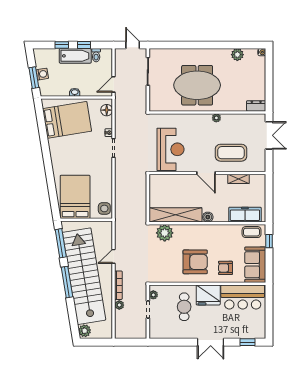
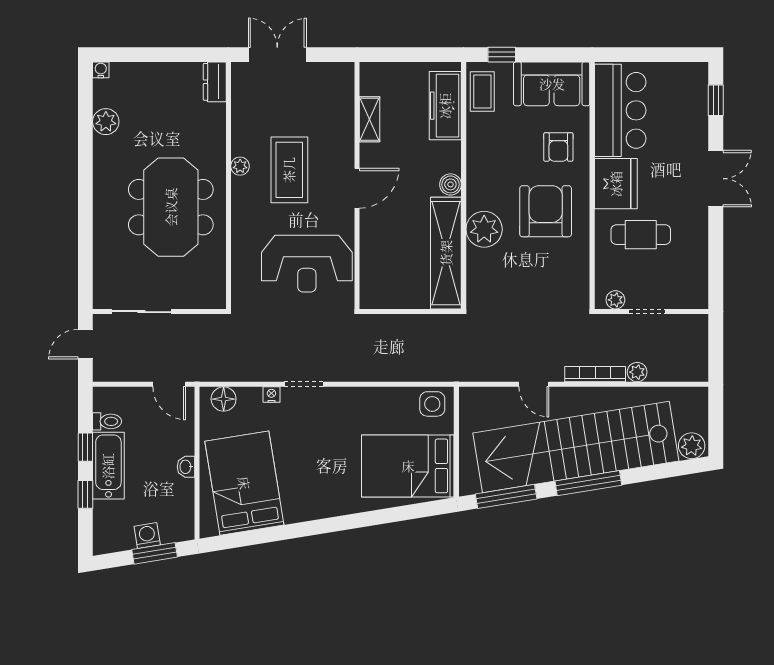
reception desk: (170, 149) -> (307, 264), turned 180
coffee table: (231, 153) -> (289, 170), moved
plant: (165, 233) -> (484, 229), moved

